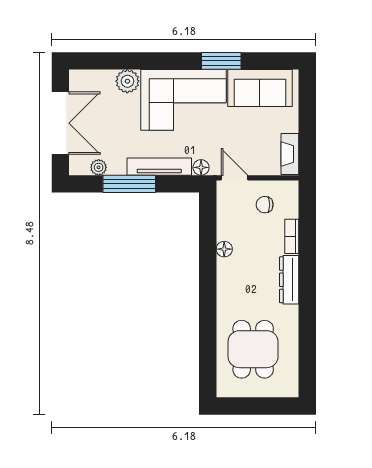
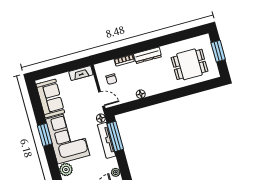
window: (221, 61) -> (45, 135), moved
door: (235, 178) -> (102, 99), swing flipped
window: (129, 184) -> (115, 136), moved
window: (262, 406) -> (218, 51), added

